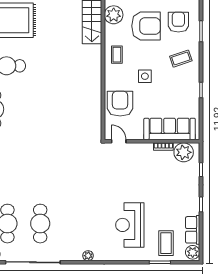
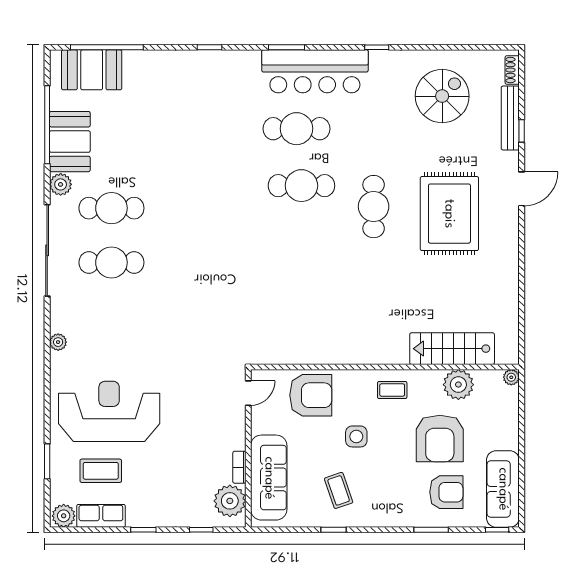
coffee table: (181, 59) -> (339, 490), moved
reception desk: (130, 225) -> (109, 411), width x1.36, depth x1.30
coffee table: (166, 243) -> (101, 471), moved

